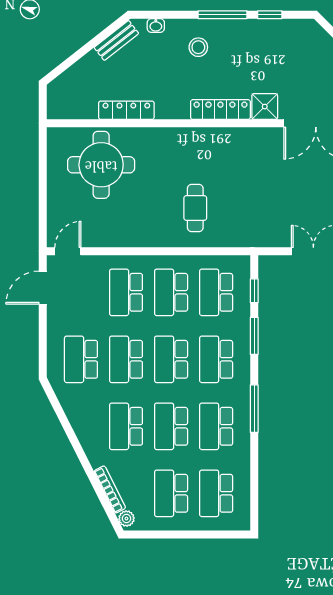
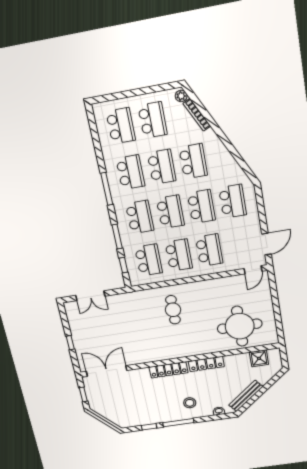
bench: (116, 40) -> (246, 396), width x1.36
shower: (265, 107) -> (259, 358), moved
locker: (126, 110) -> (206, 364), moved

